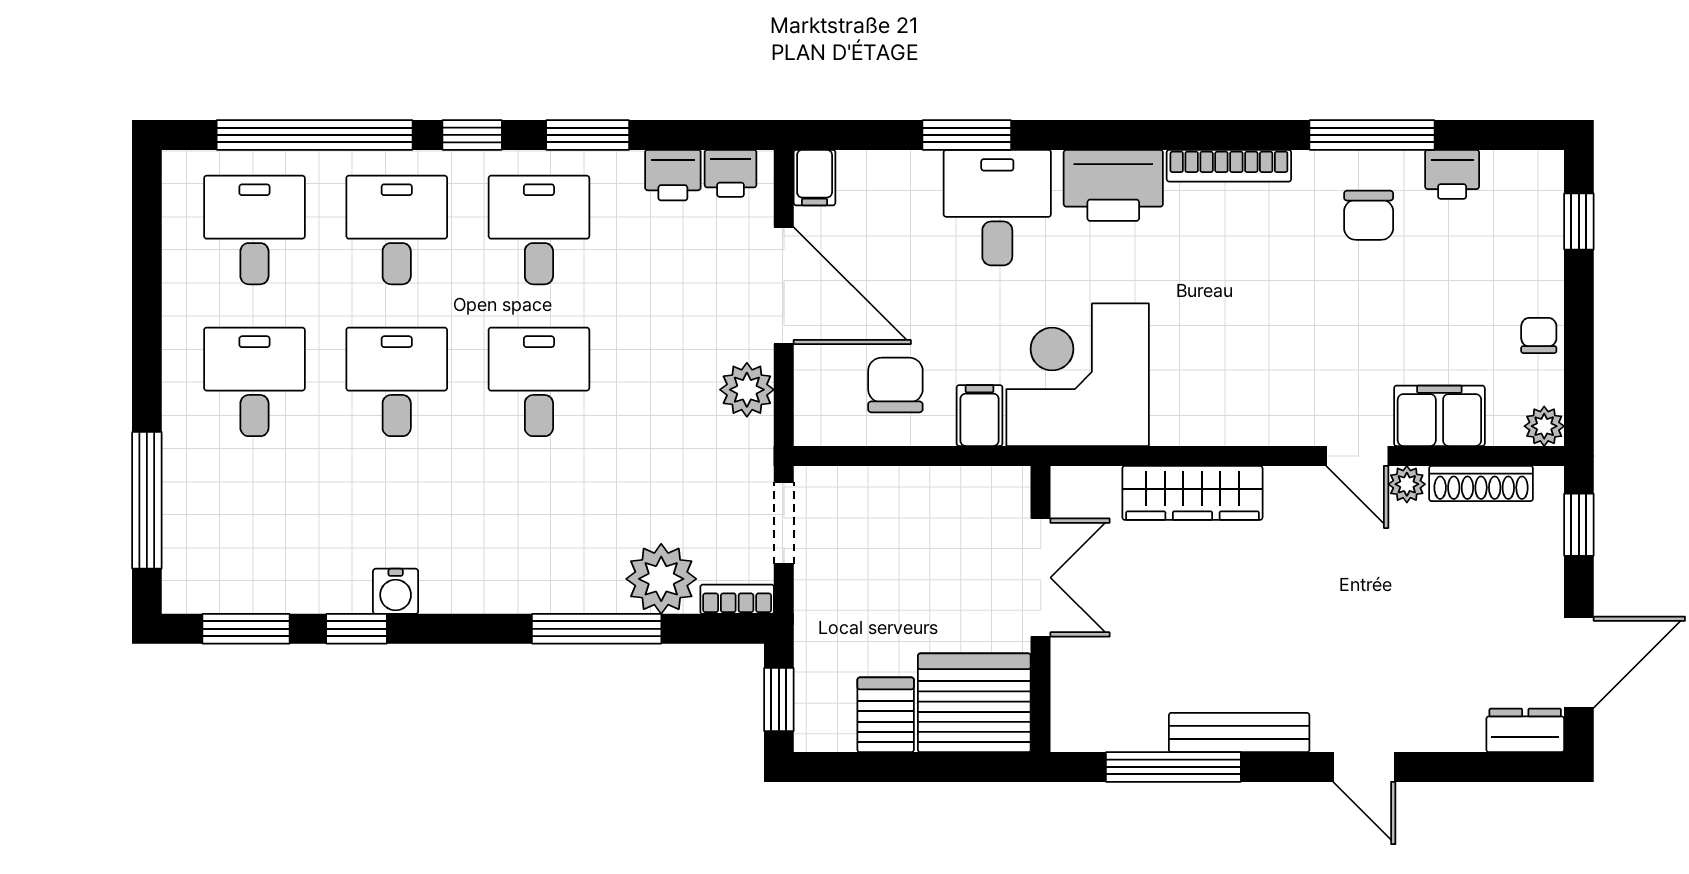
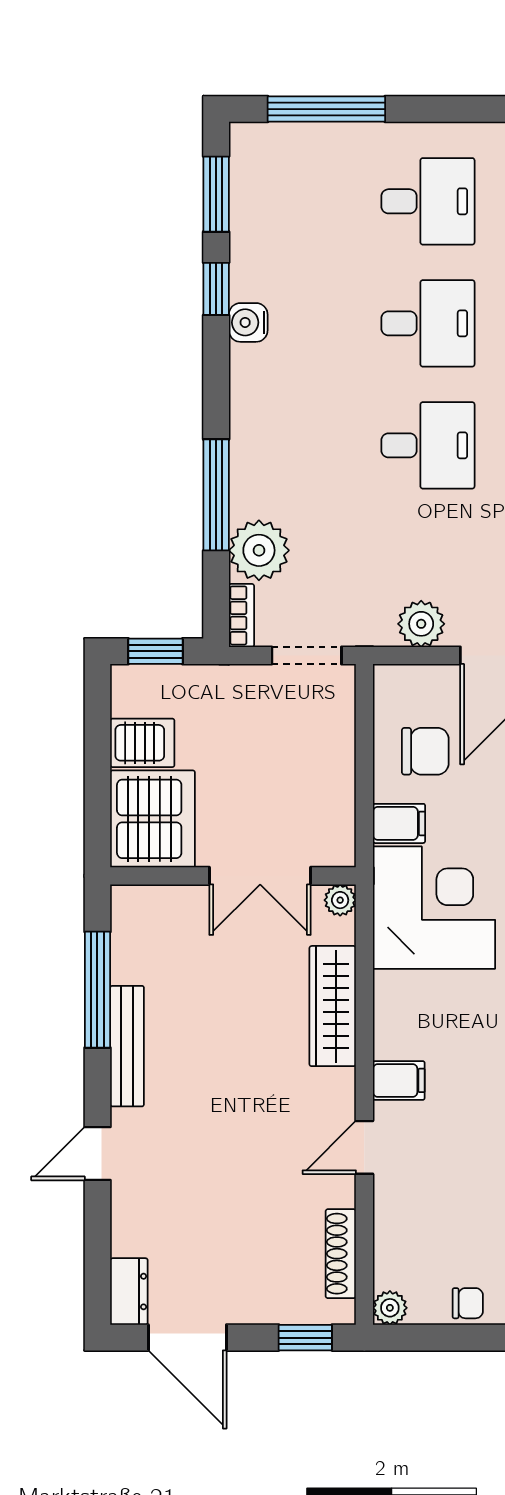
filing cabinet: (1439, 416) -> (399, 1080), moved, width x0.50
plant: (1407, 484) -> (340, 900), moved

